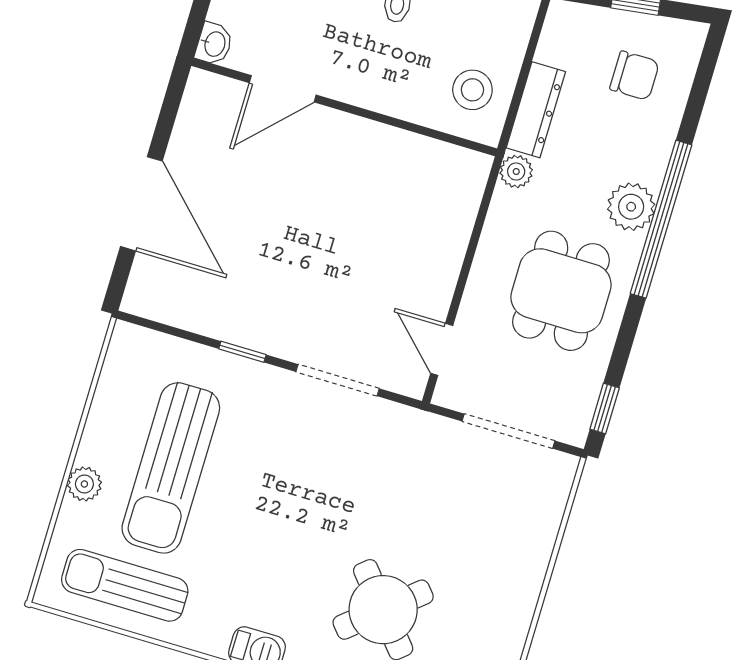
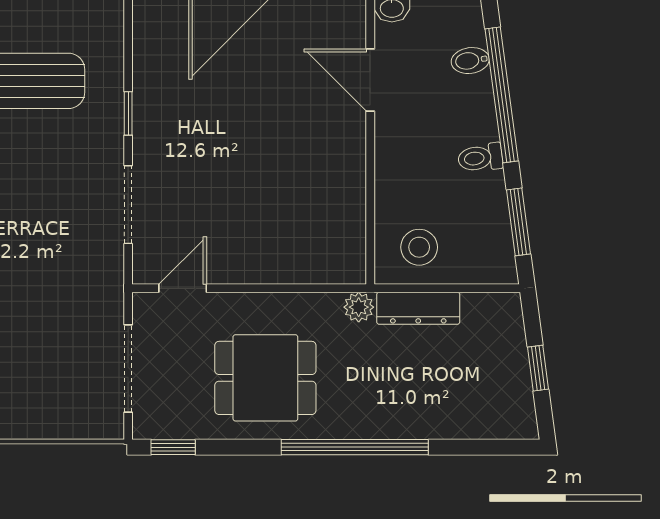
chair: (635, 76) -> (474, 386), removed
plant: (631, 207) -> (358, 418), removed

